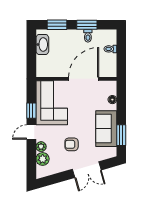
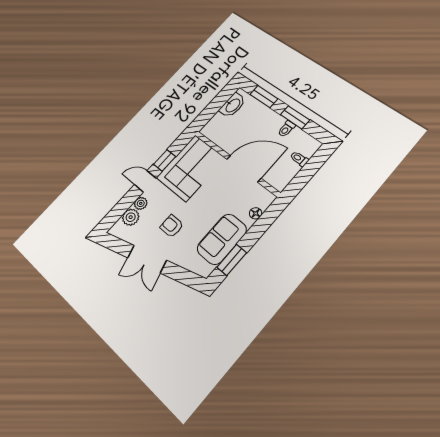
double door: (87, 170) -> (147, 259), moved

